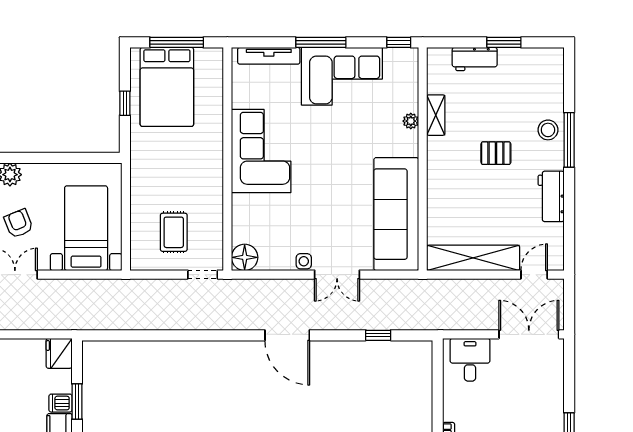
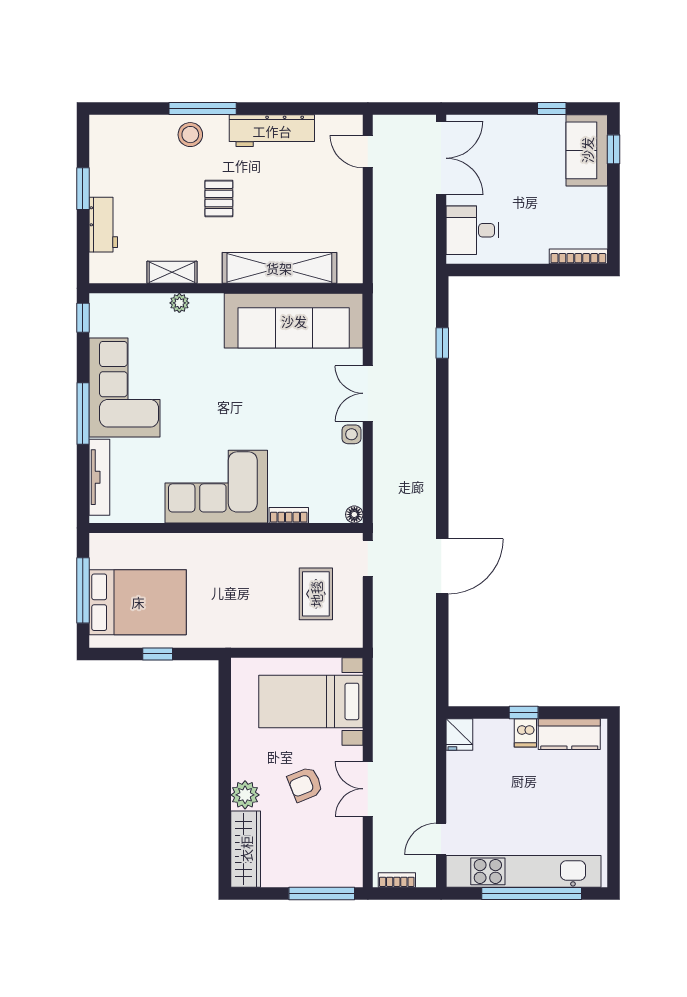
workbench: (551, 196) -> (272, 131), width x1.38
bookcase: (238, 210) -> (289, 515), added
rug: (174, 232) -> (316, 594), turned 90
floor lamp: (245, 257) -> (354, 514), width x0.53, depth x0.53
shelving: (473, 258) -> (279, 268), moved, turned 90
double door: (337, 275) -> (368, 393), swing flipped
double door: (529, 334) -> (441, 158), swing flipped
door: (287, 335) -> (442, 566), moved
fridge: (59, 353) -> (459, 735), width x0.72
window: (77, 401) -> (524, 713), width x0.67

